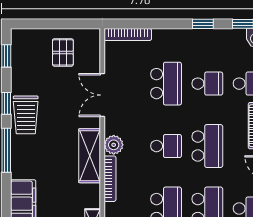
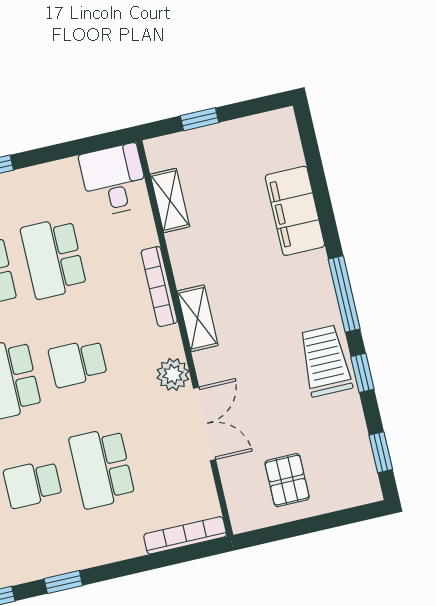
plant: (114, 145) -> (173, 374), moved
shelving: (90, 156) -> (198, 318), width x0.67, depth x0.75

